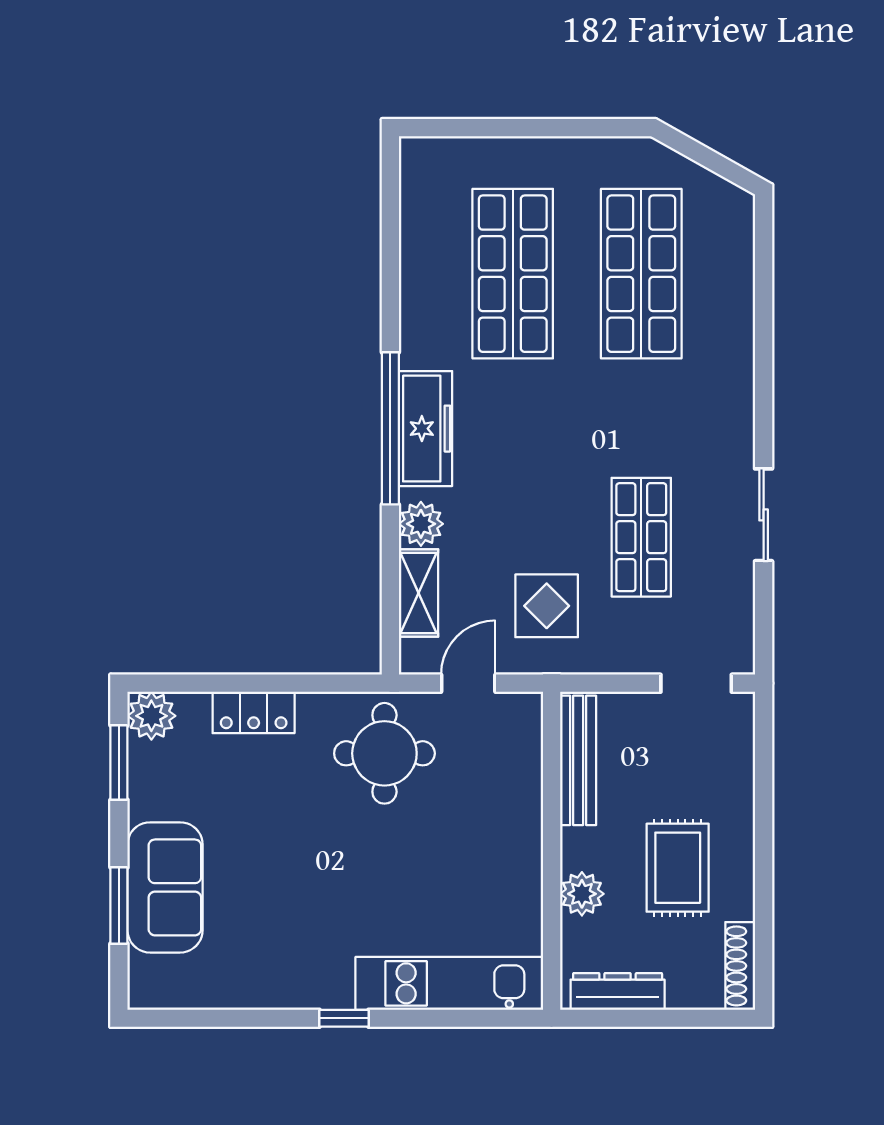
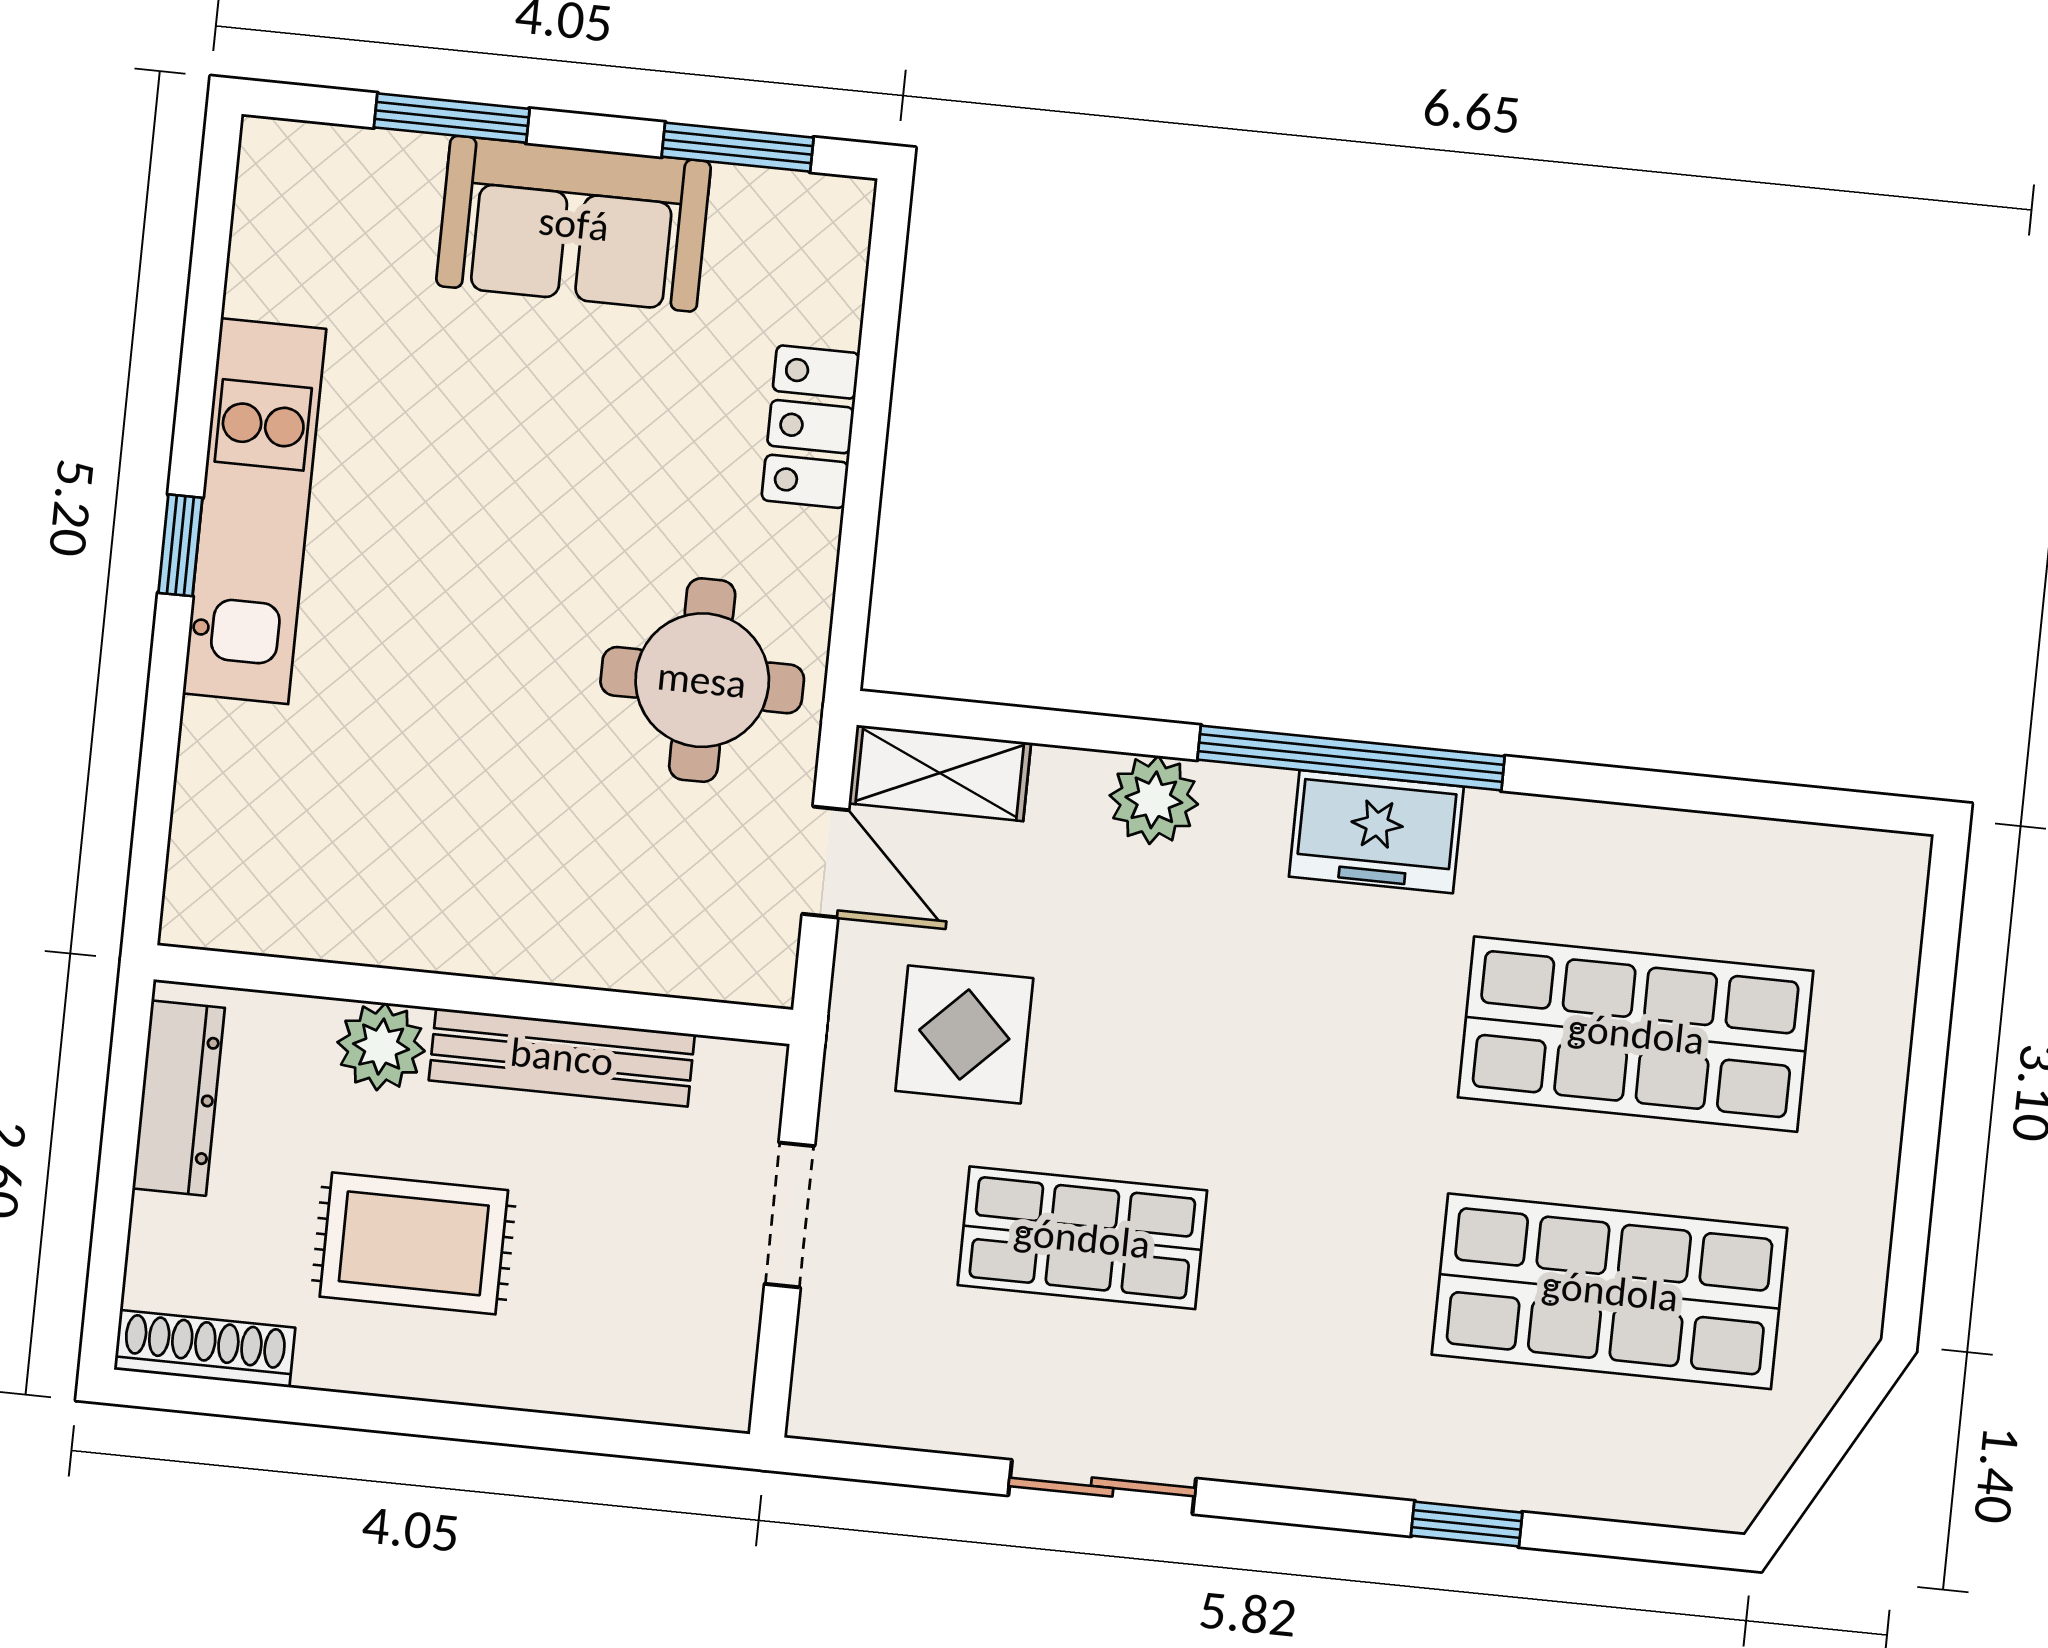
window: (764, 333) -> (1467, 1524), added
freezer: (426, 429) -> (1376, 832), width x0.71
shelving: (419, 593) -> (940, 773), moved
doorway: (696, 683) -> (790, 1215), moved
plant: (151, 716) -> (825, 222), removed
bench: (578, 760) -> (562, 1057), moved
sofa: (165, 887) -> (574, 224), moved
kitchen unit: (449, 983) -> (254, 511), moved

